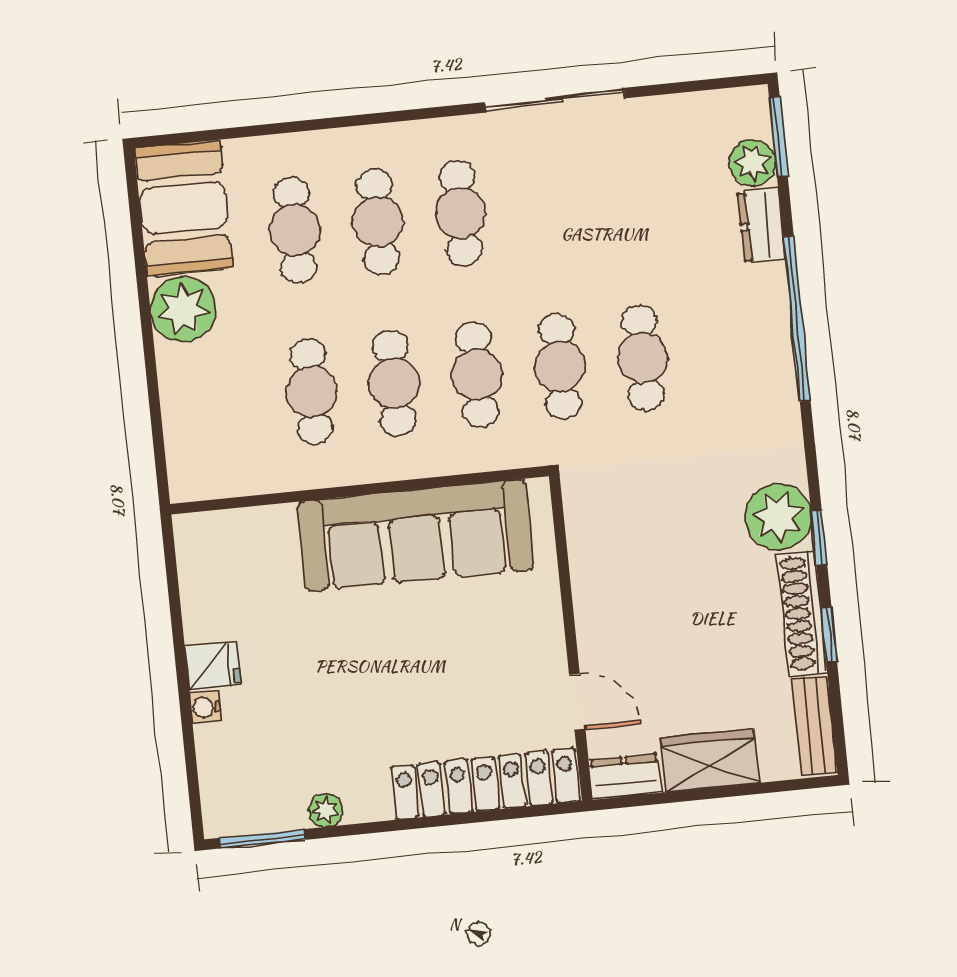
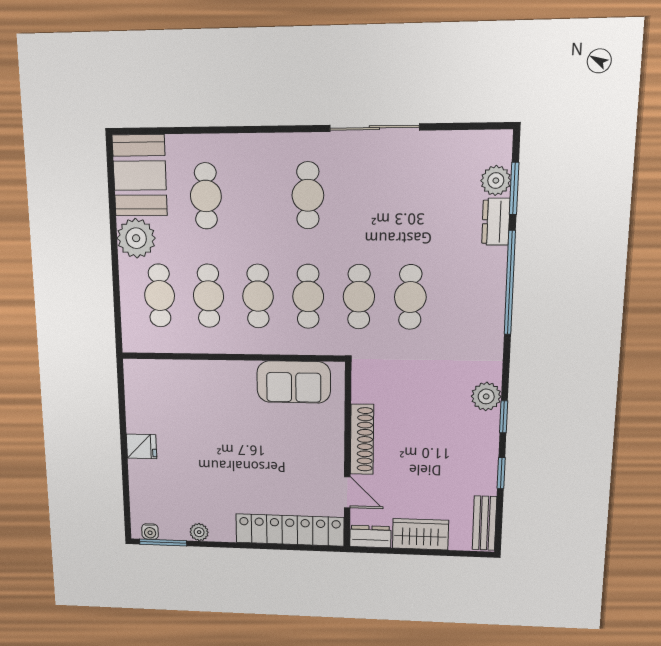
window: (778, 137) -> (514, 189), moved
cafe table: (378, 222) -> (160, 296), moved
plant: (778, 517) -> (486, 396), width x0.73, depth x0.73
sofa: (416, 535) -> (294, 382), width x0.54, depth x0.79
shoe rack: (802, 613) -> (362, 439), moved, turned 180
water cooler: (205, 707) -> (150, 532), moved, turned -90

